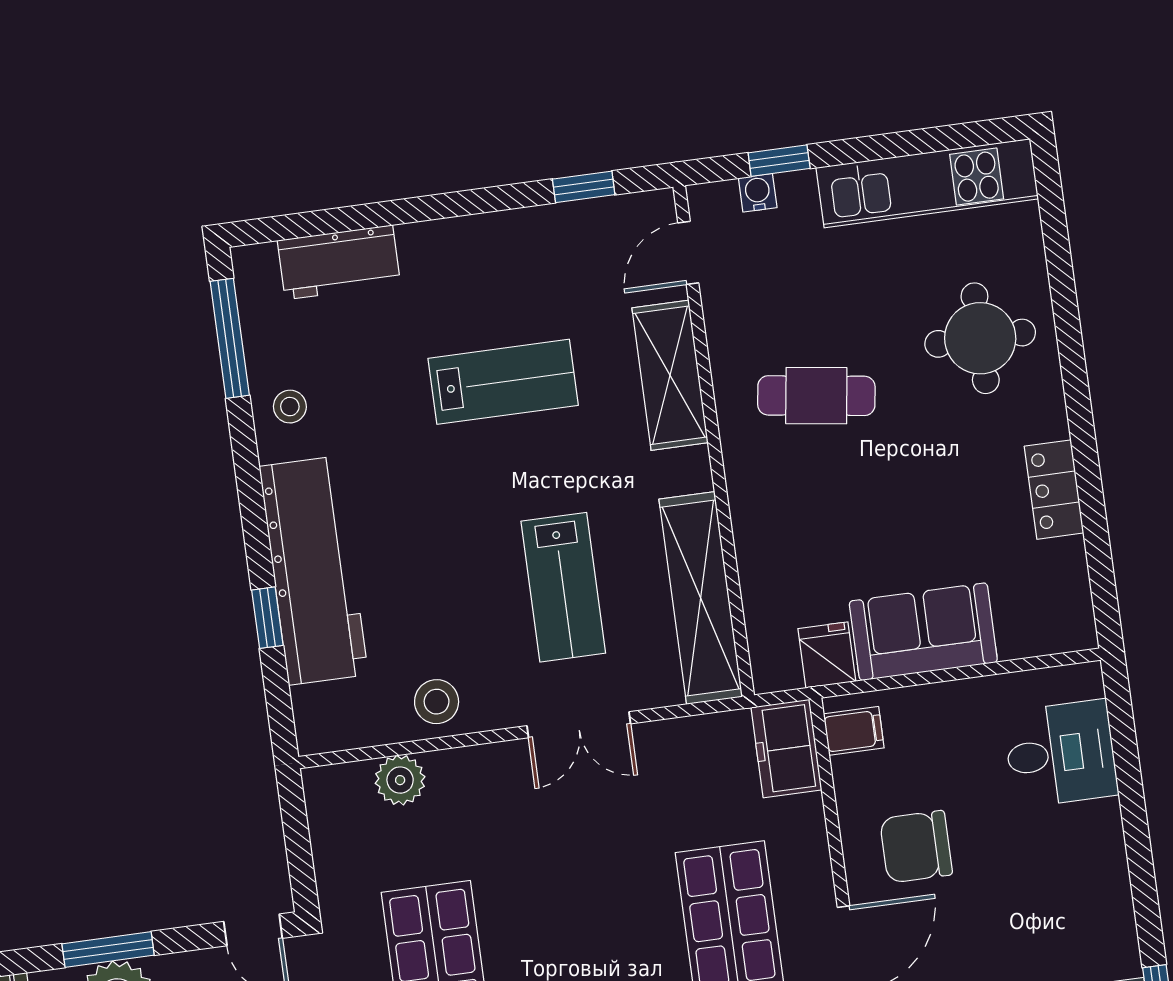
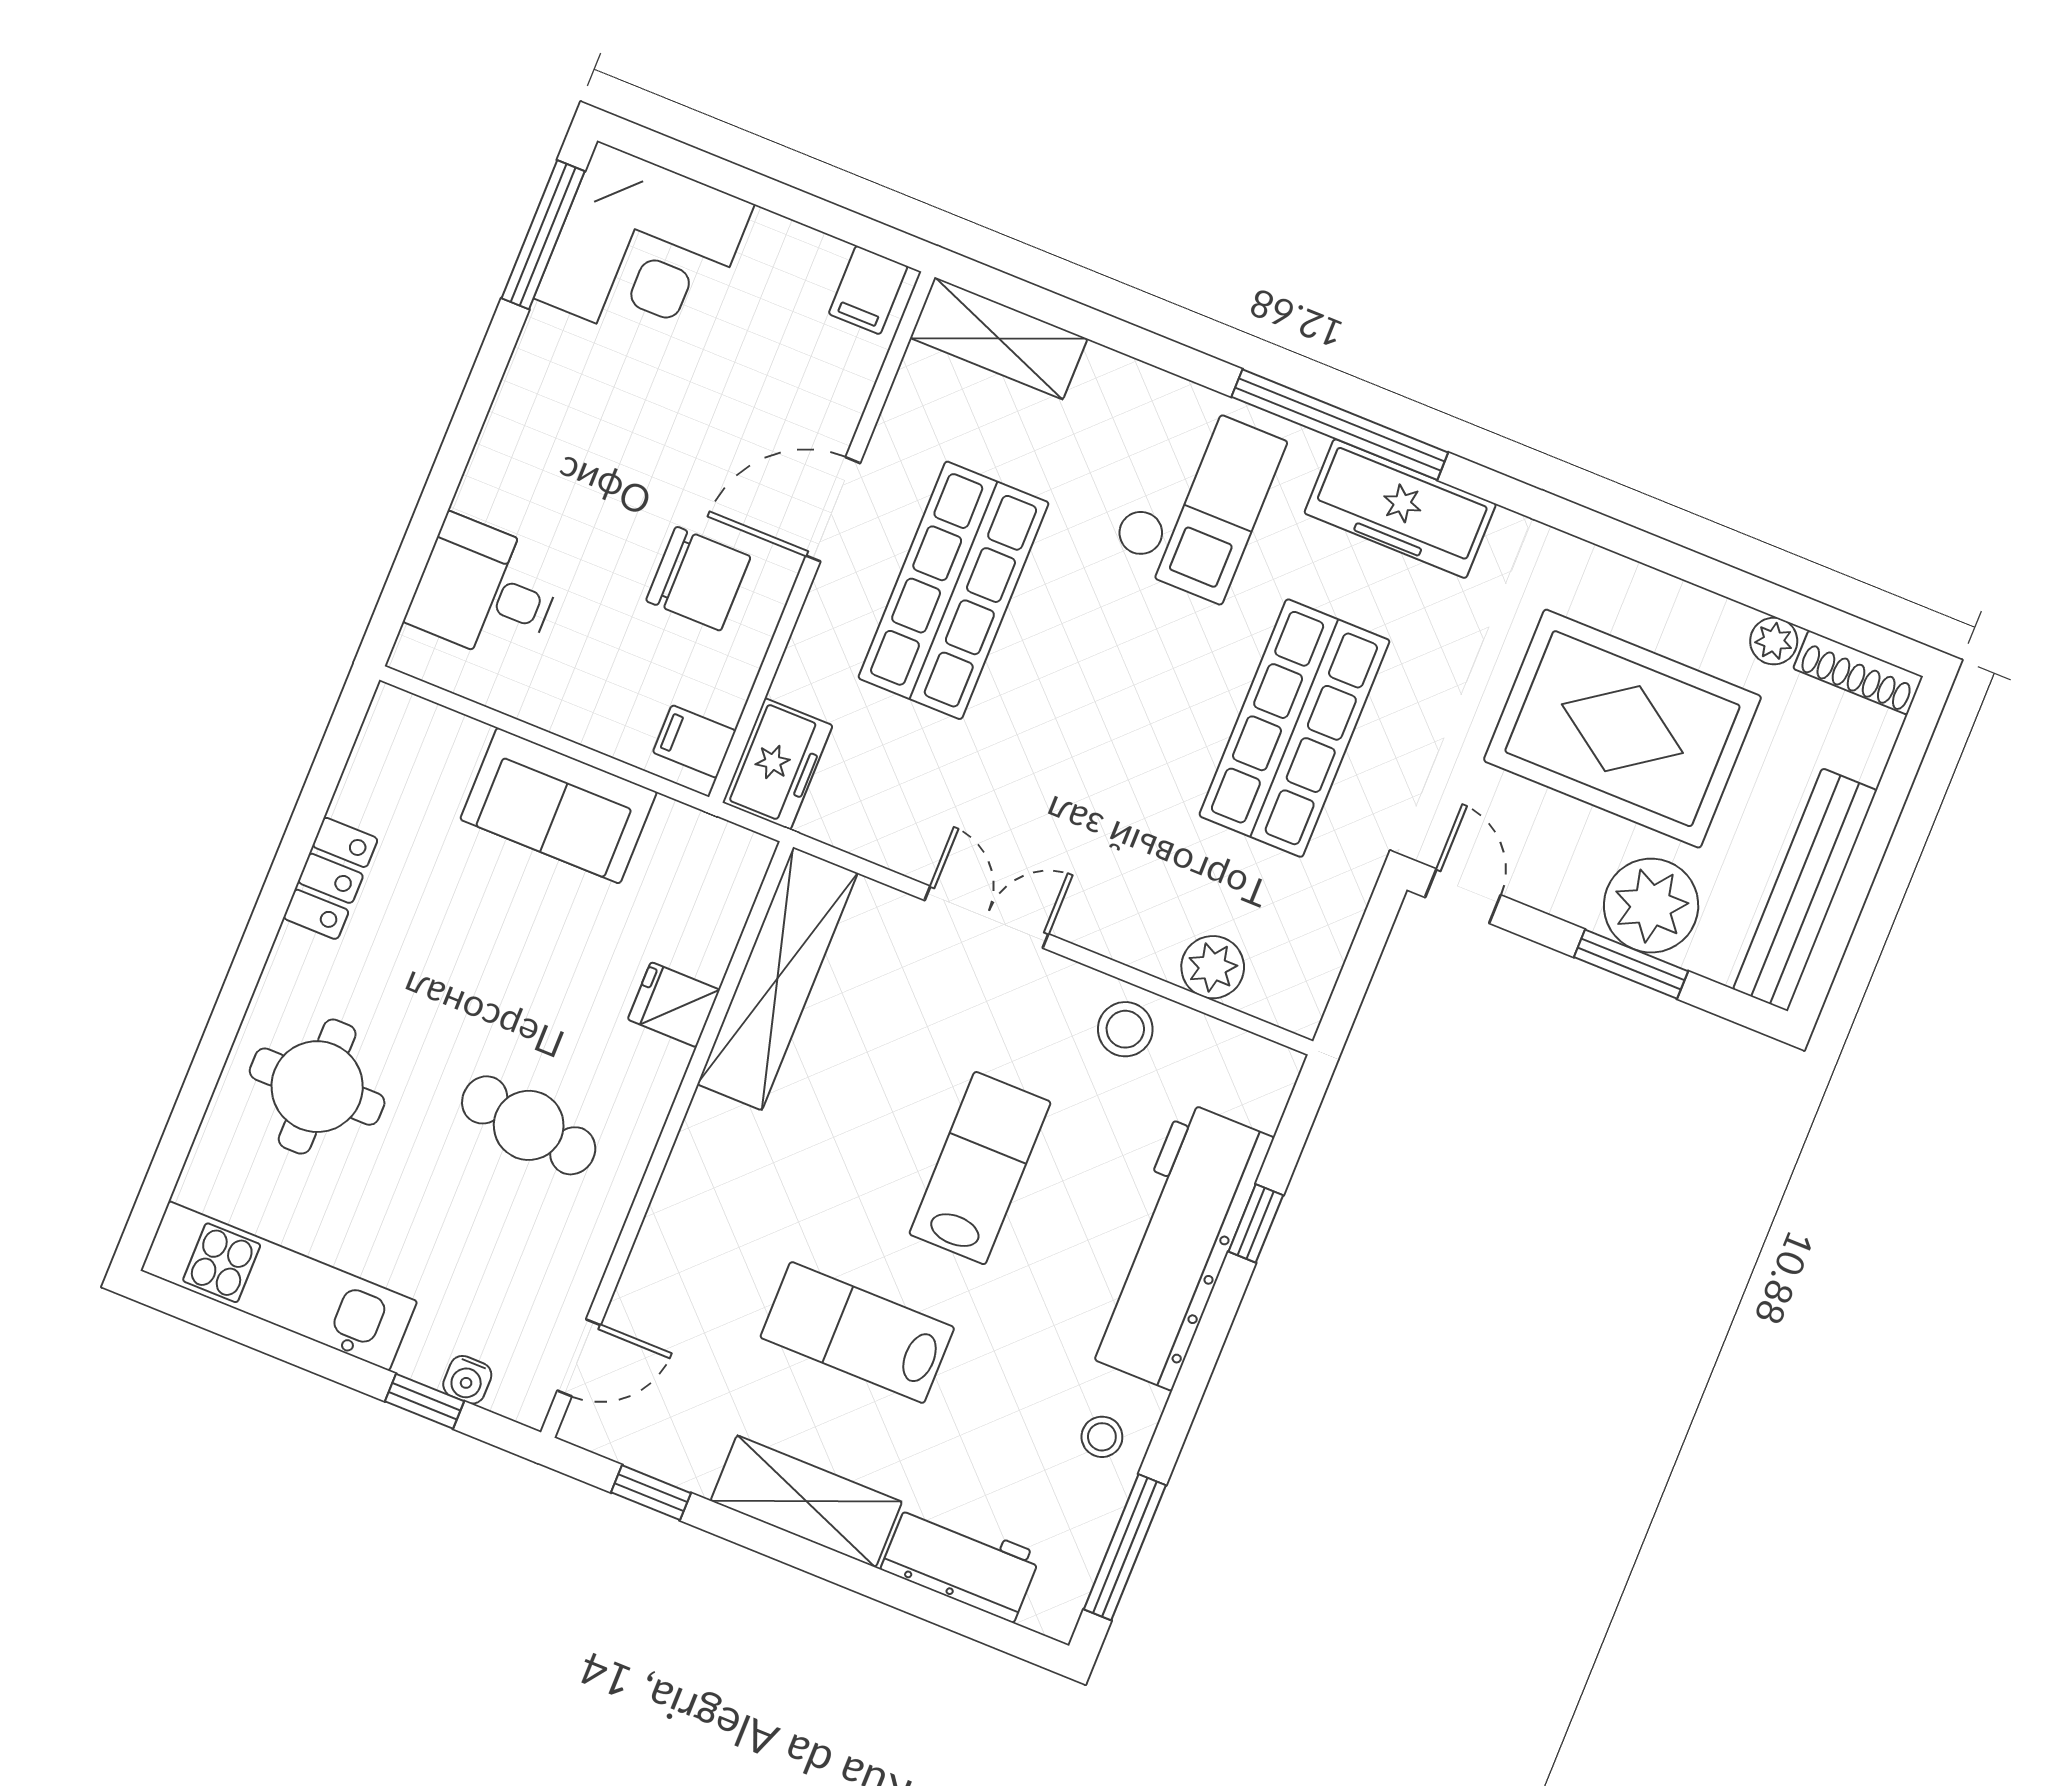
shelving: (670, 375) -> (806, 1501), moved, turned 90
lab bench: (563, 587) -> (980, 1168), moved
fridge: (827, 655) -> (674, 1005), moved, turned 90

